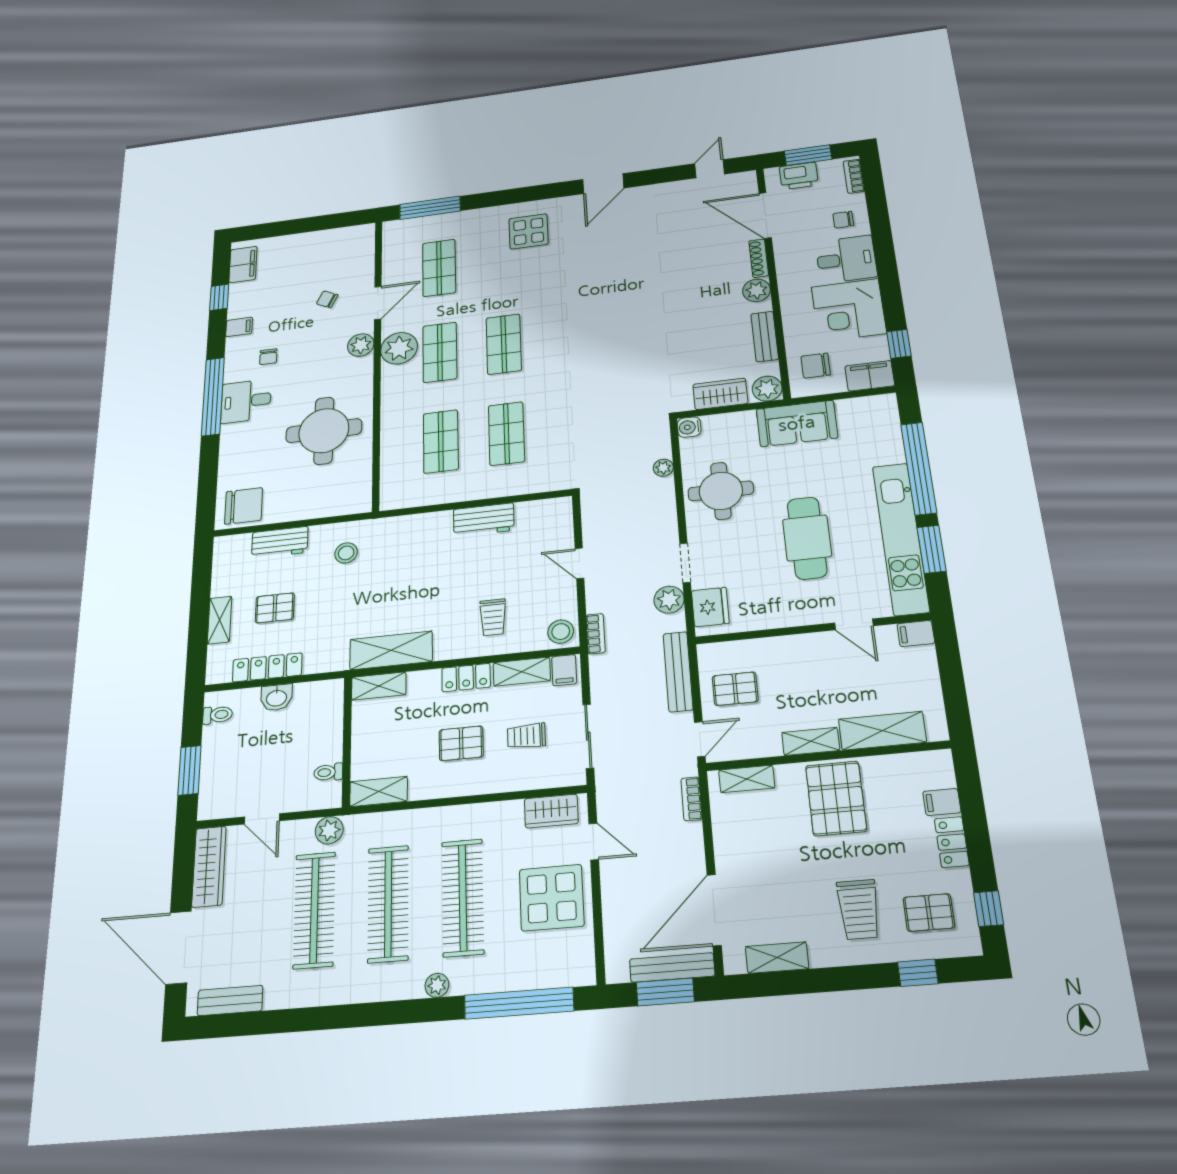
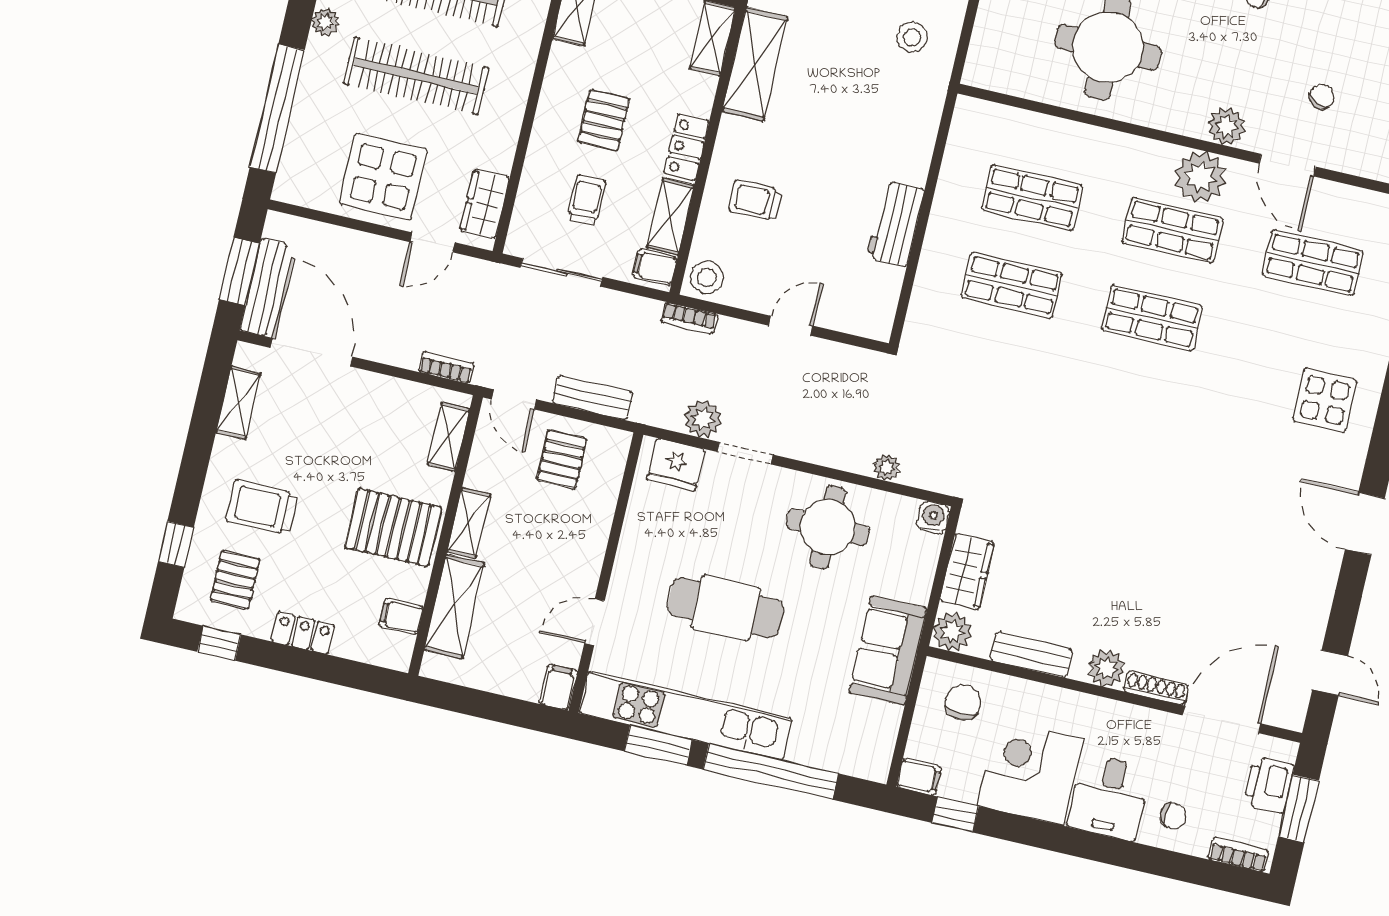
chair: (843, 220) -> (1173, 816), turned 90
filing cabinet: (870, 376) -> (919, 777), width x0.50
bench: (678, 672) -> (593, 397), width x0.73
filing cabinet: (942, 802) -> (401, 616), moved, turned -90

